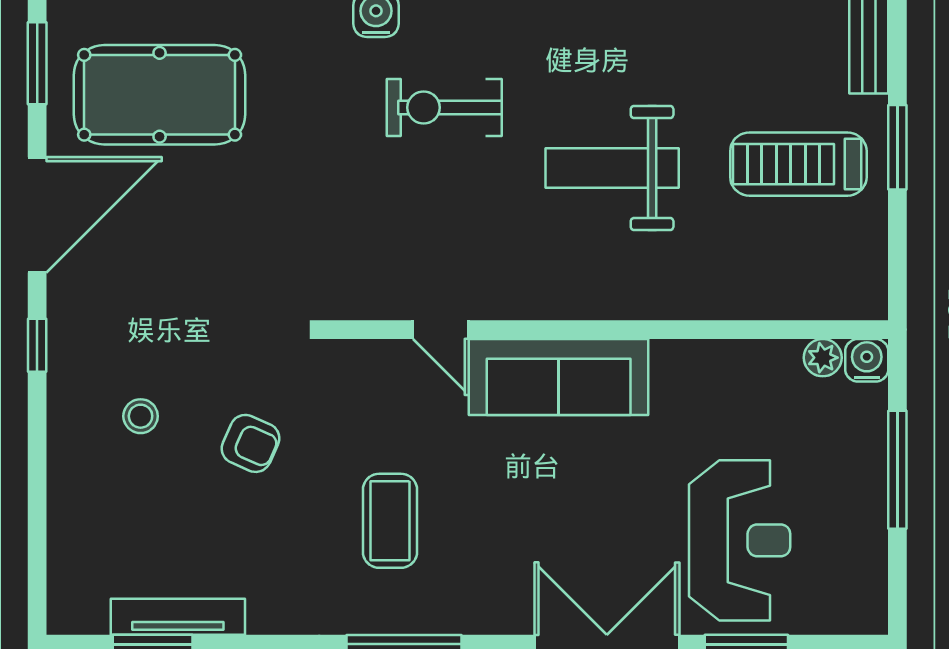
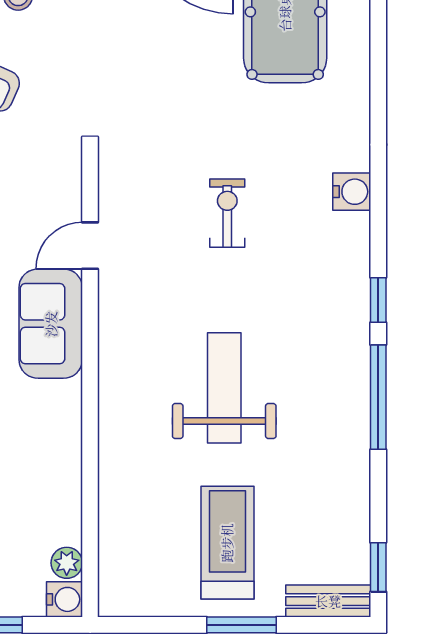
exercise bike: (444, 108) -> (227, 213), moved, width x0.73, depth x0.72
sofa: (559, 377) -> (51, 324), width x0.73

